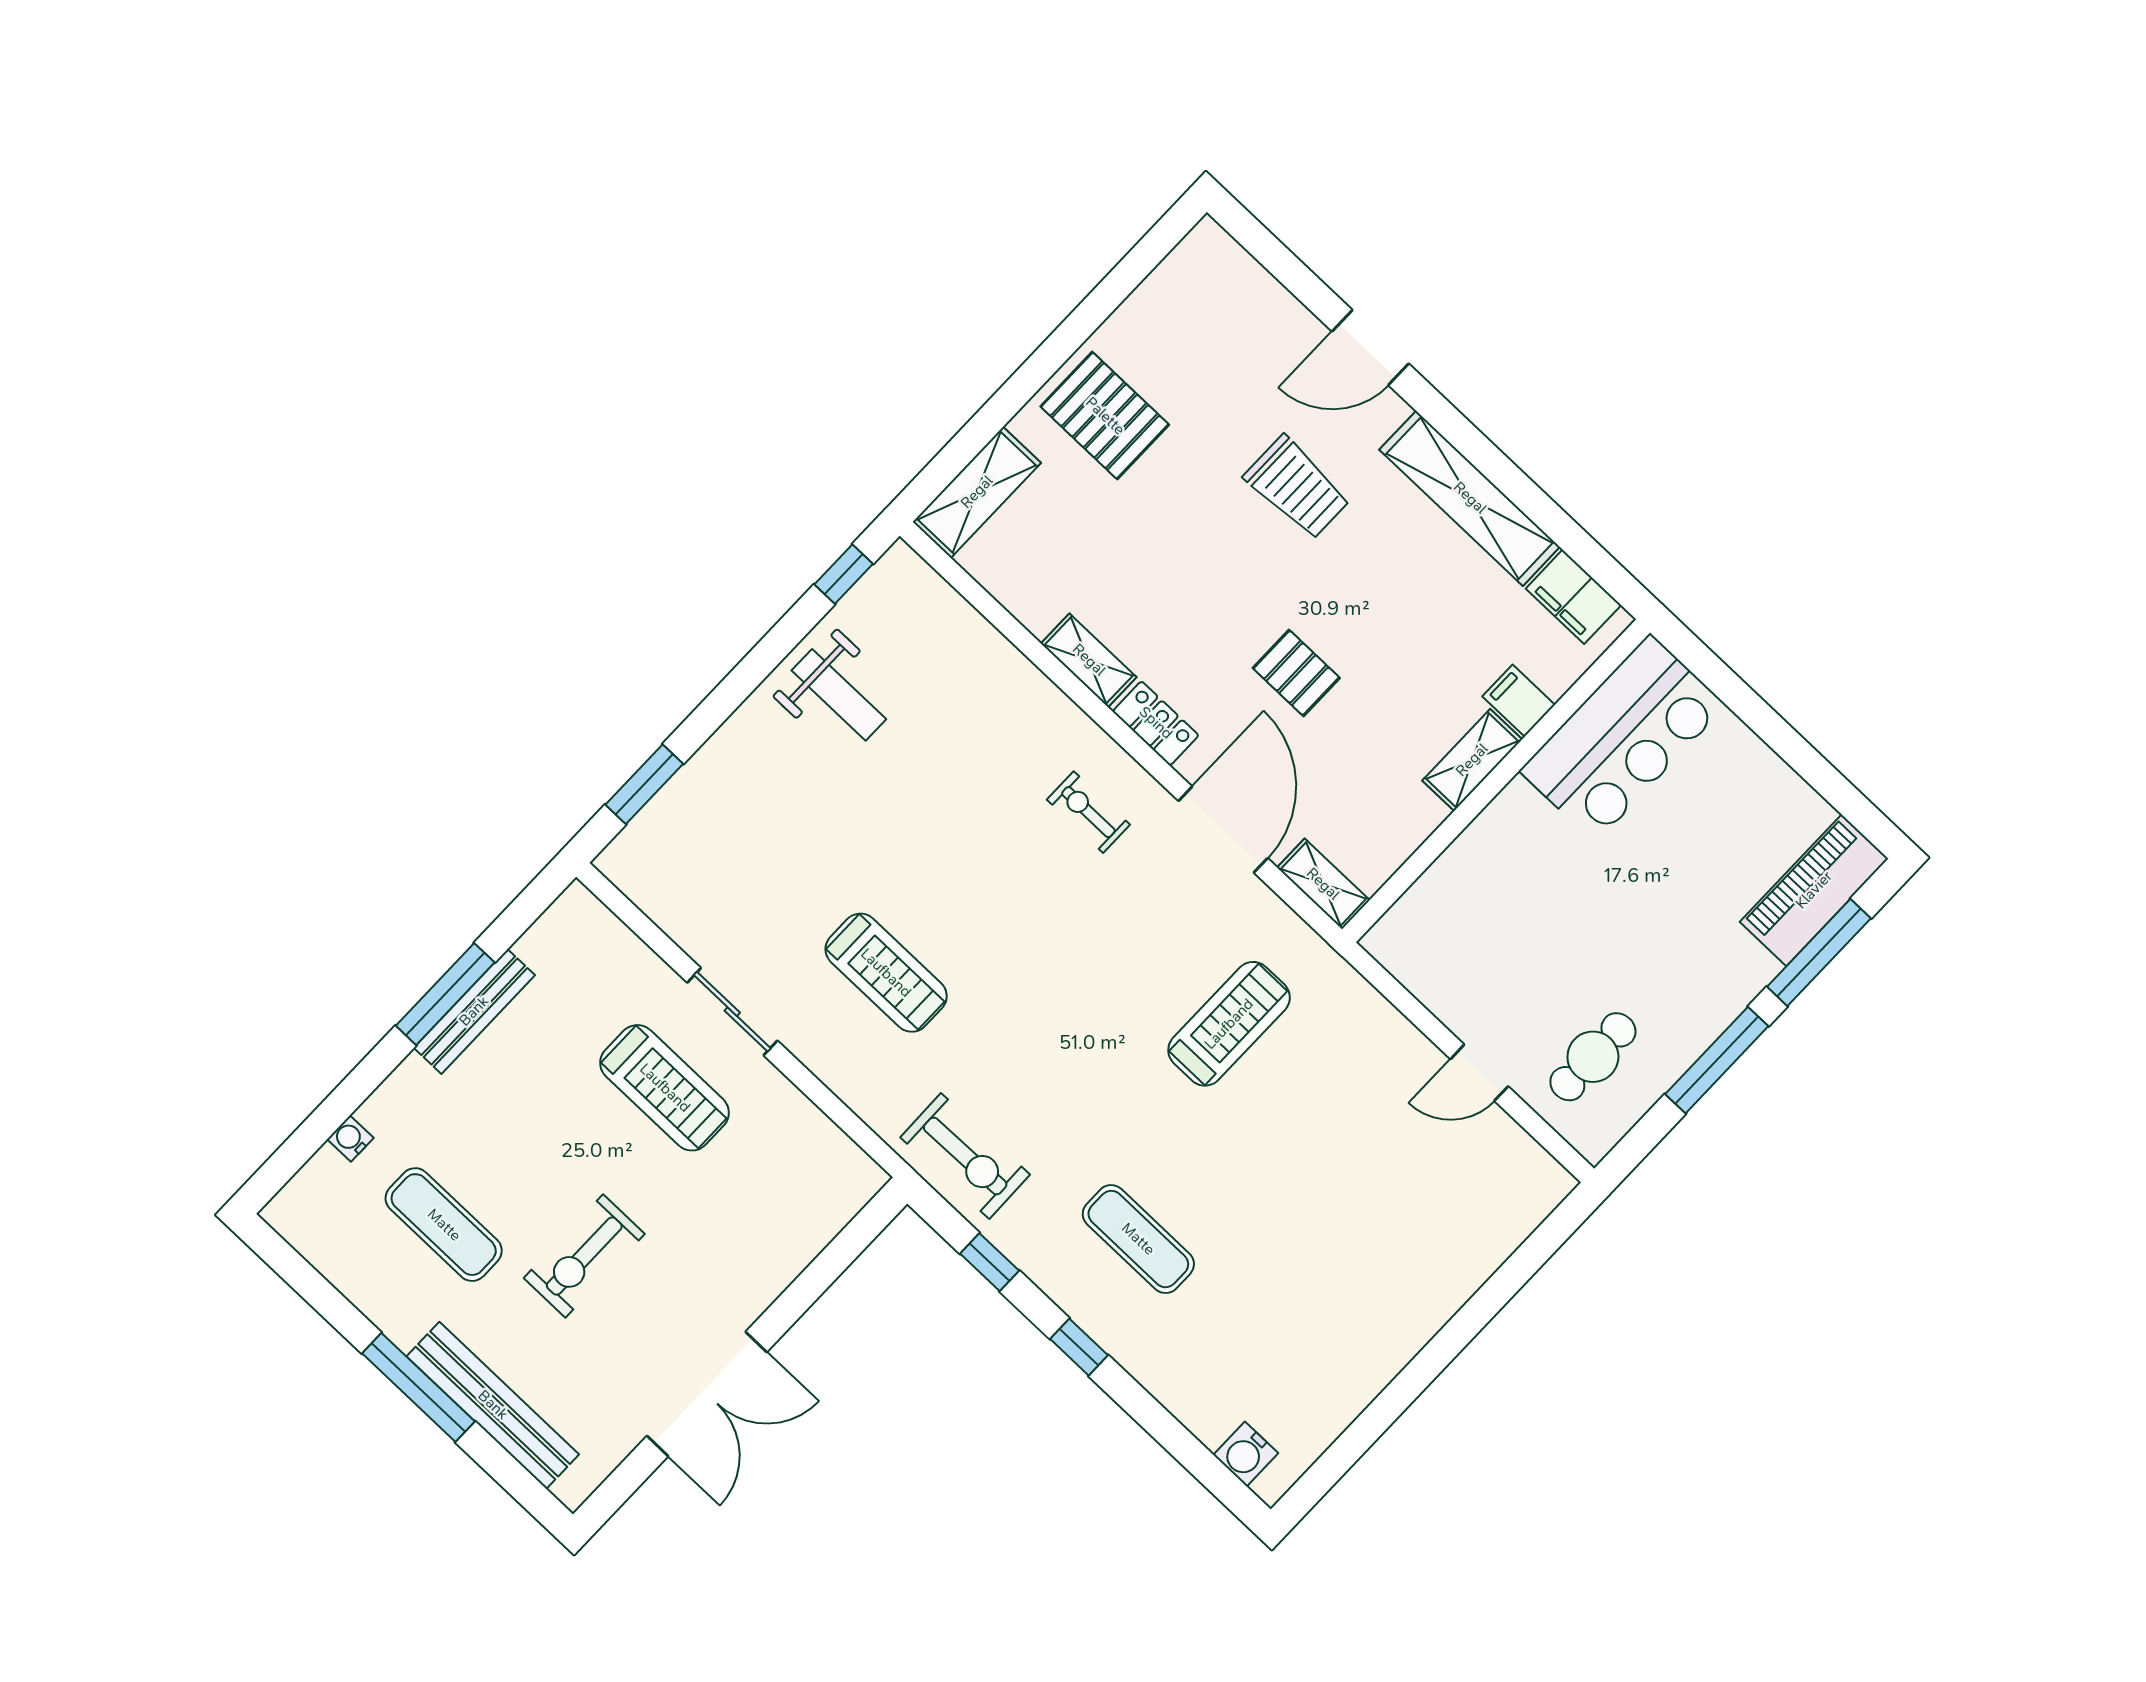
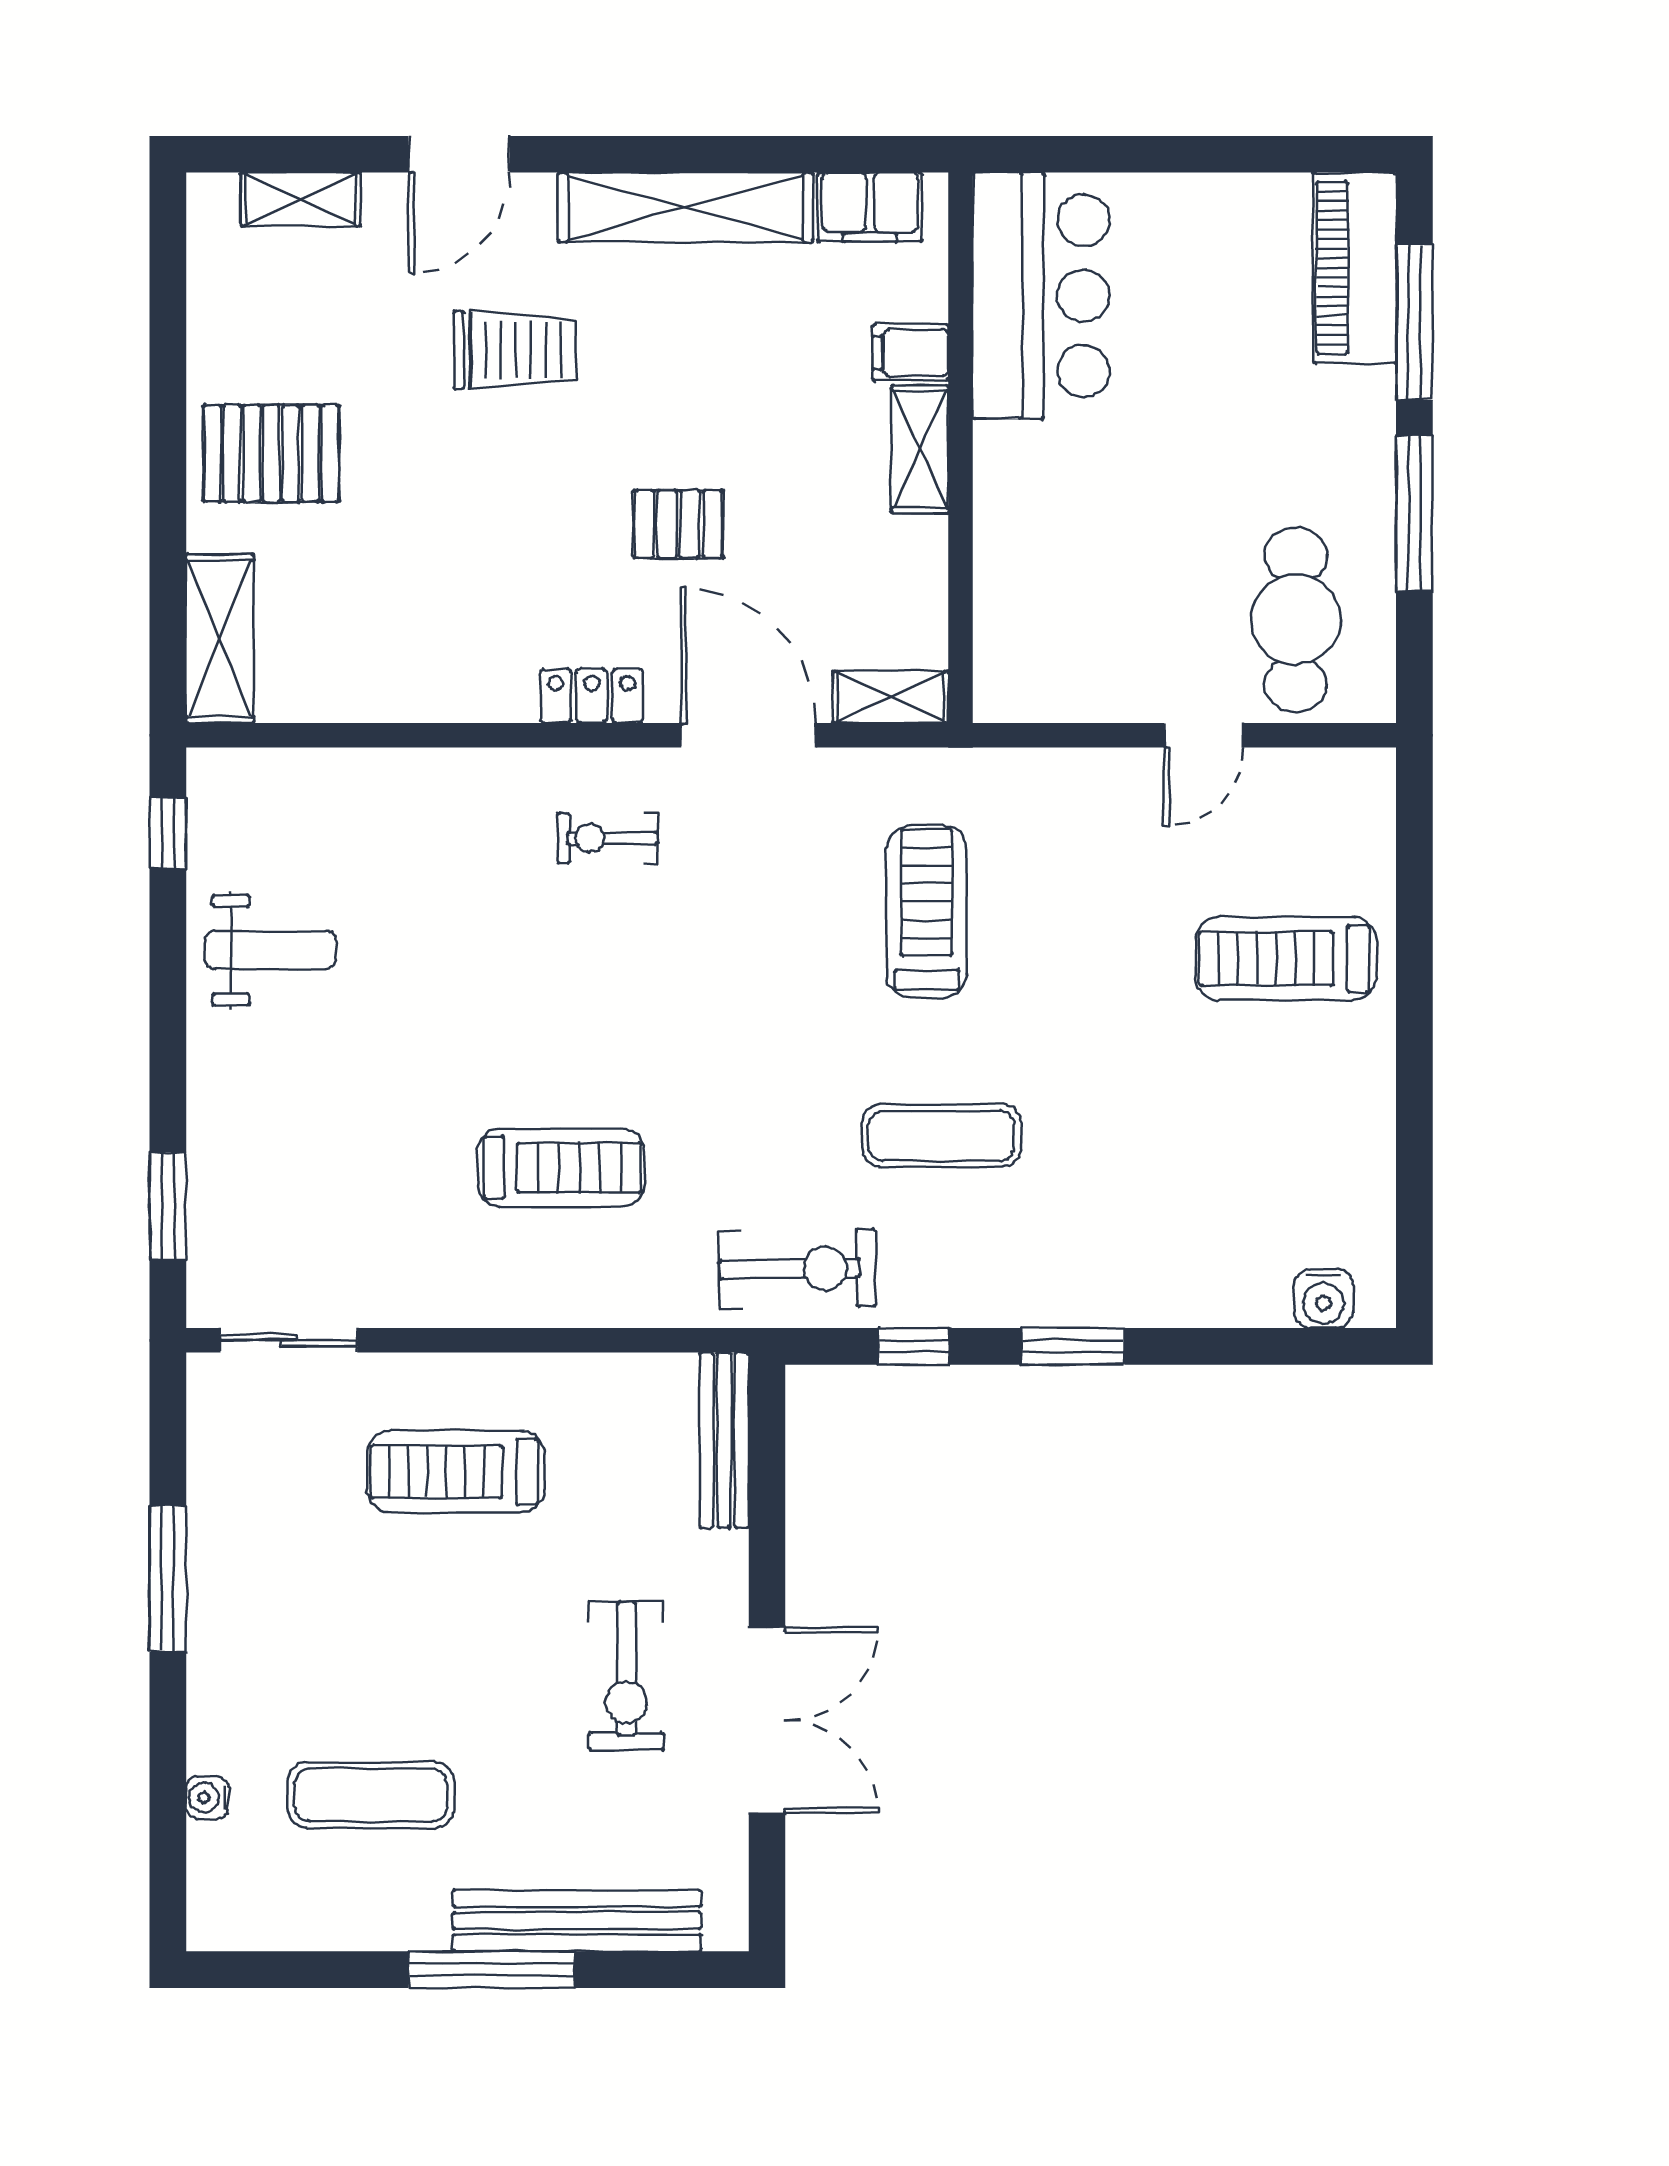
shelving: (1089, 660) -> (301, 199), moved
bench: (474, 1011) -> (724, 1440), moved
sliding door: (732, 1012) -> (289, 1340), moved
cafe table: (1593, 1057) -> (1296, 620), width x1.37, depth x1.35
treadmill: (665, 1088) -> (456, 1472), turned 180
exercise mat: (1138, 1239) -> (942, 1136), moved
treadmill: (1406, 1243) -> (1286, 959), added
exercise bike: (584, 1256) -> (626, 1676), moved
window: (1079, 1347) -> (1073, 1346), width x1.50

